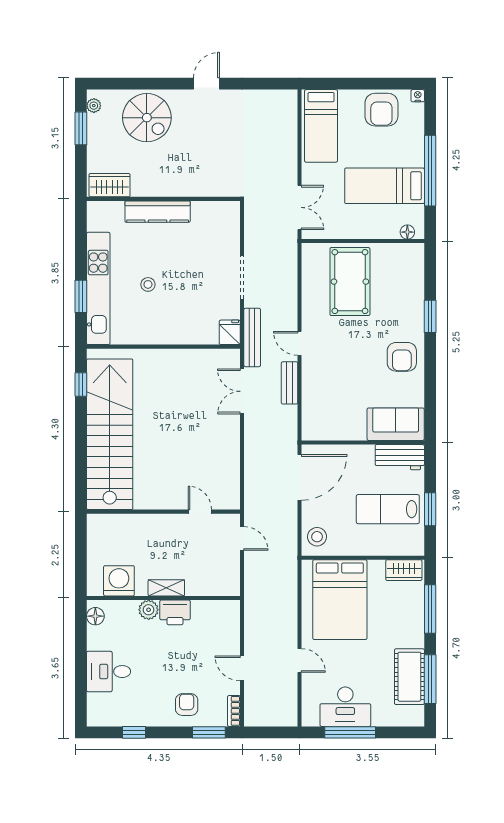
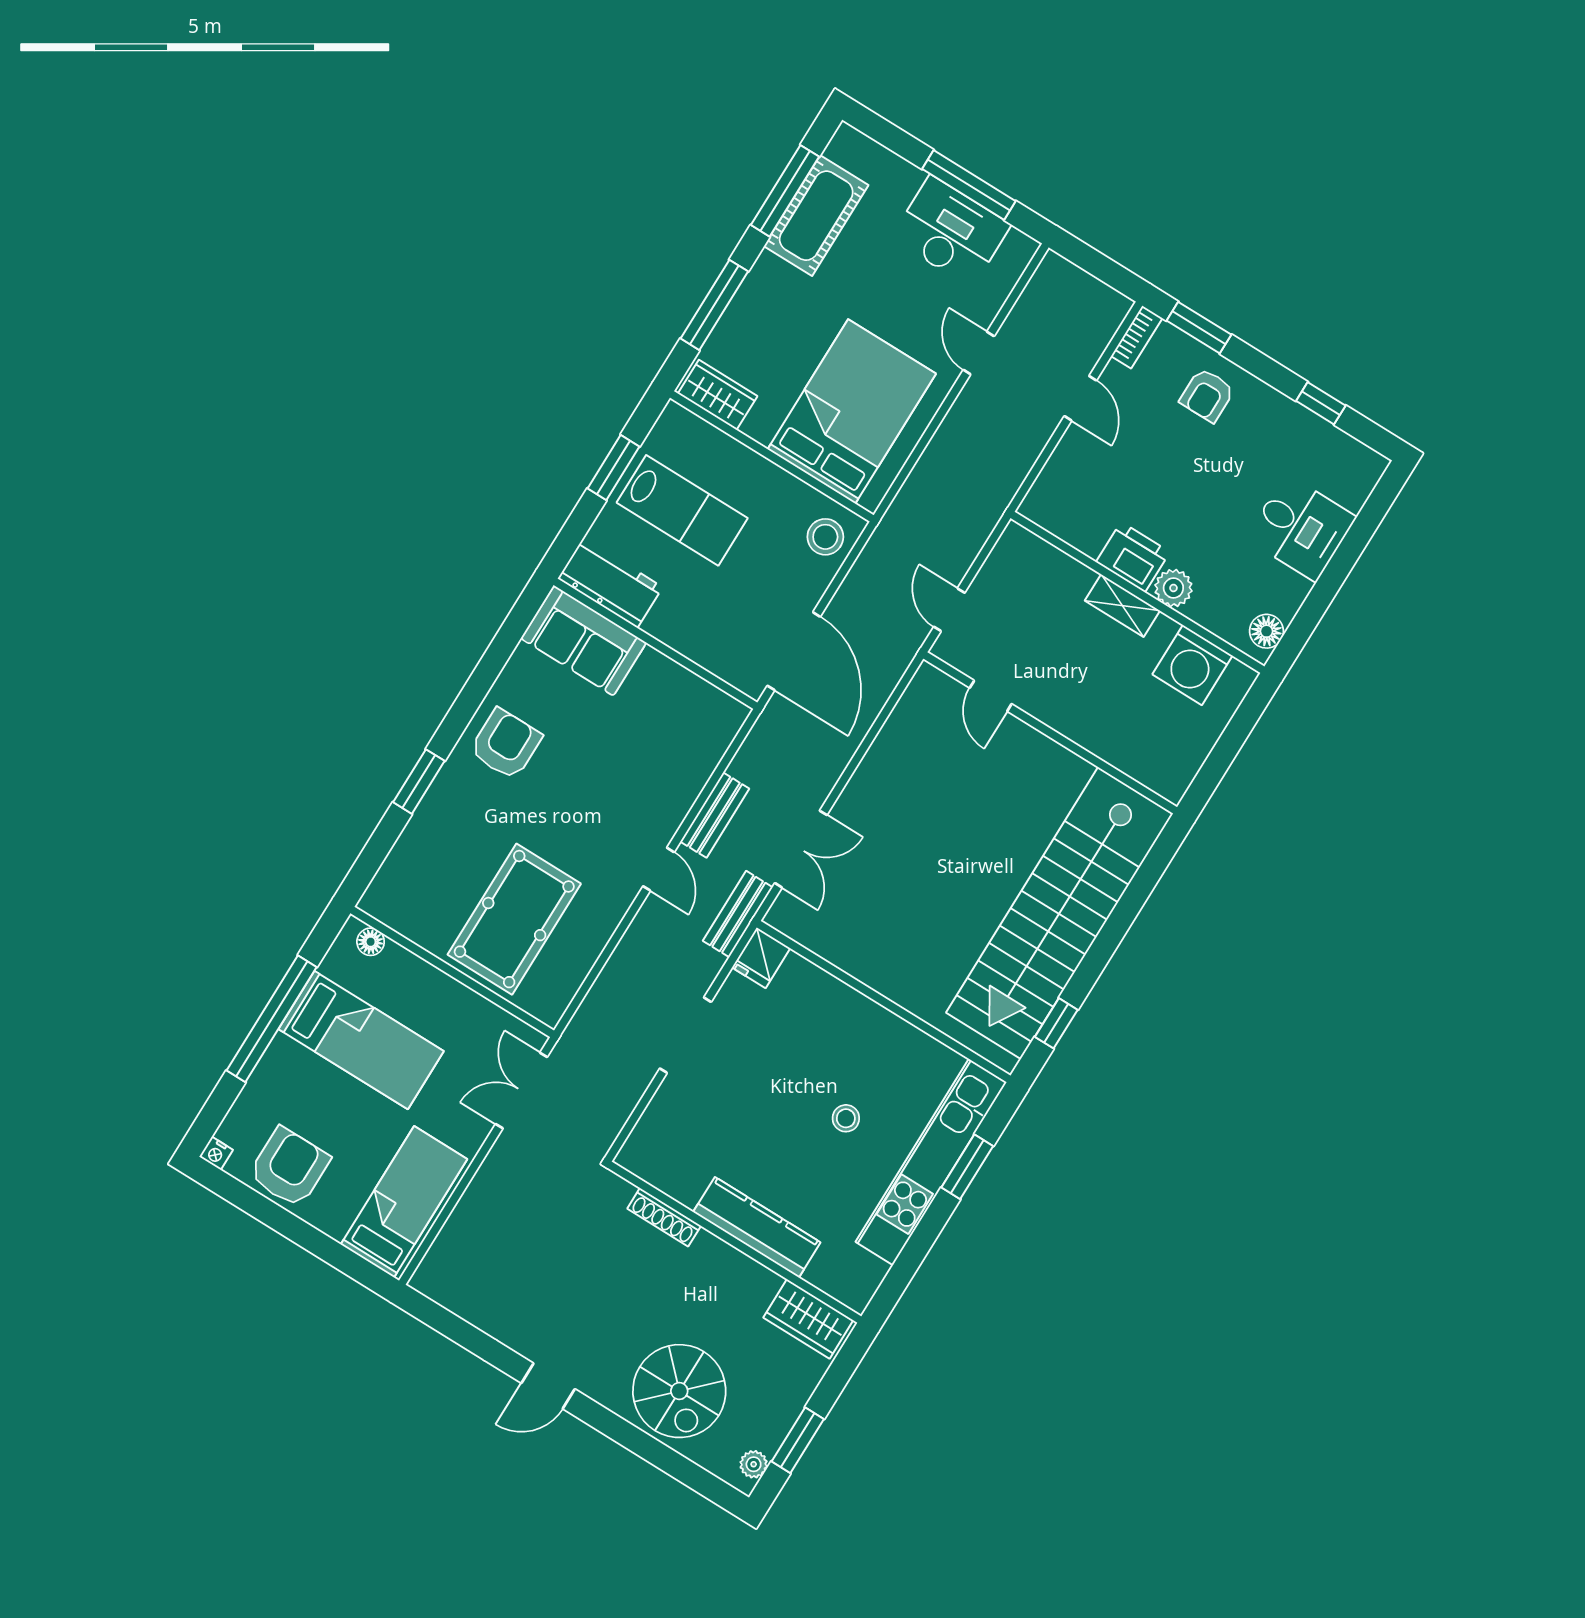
spiral stairs: (147, 118) -> (679, 1391), turned 180
shoe rack: (201, 191) -> (664, 1217), added
bench: (252, 337) -> (738, 914), width x0.73
door: (300, 477) -> (794, 651), swing flipped

